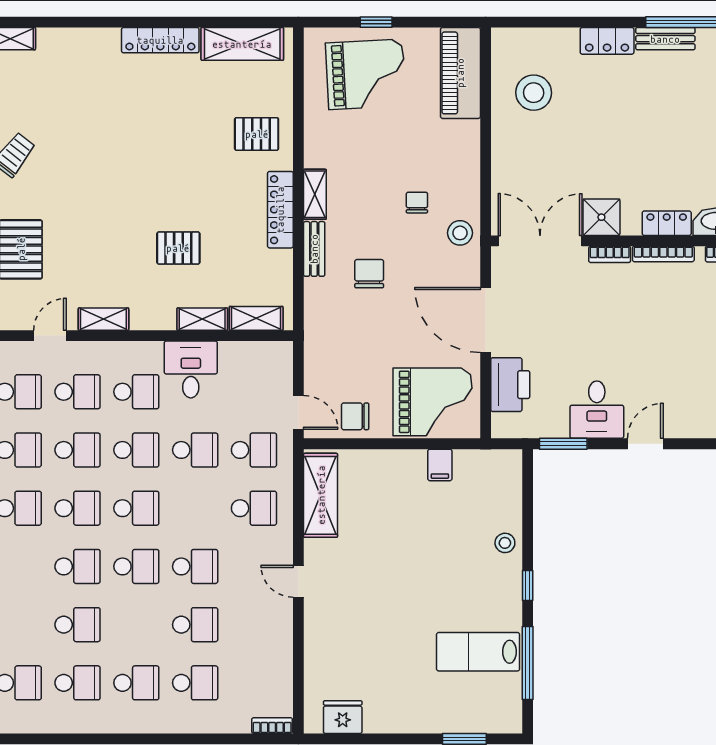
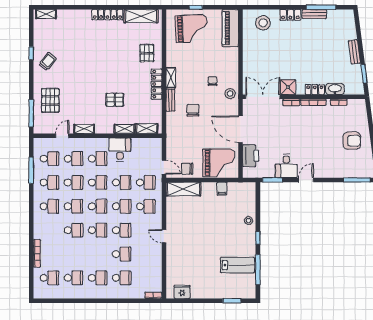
stool: (534, 93) -> (263, 23), moved
pallet: (257, 134) -> (147, 53), turned 90
shelving: (321, 495) -> (184, 189), moved, turned 90
school desk: (78, 625) -> (122, 206), moved
lab bench: (478, 652) -> (238, 265), turned 180

